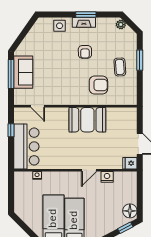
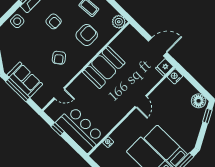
armchair: (63, 81) -> (59, 58), added
plant: (130, 99) -> (119, 22), added
nightstand: (107, 177) -> (175, 76), moved

